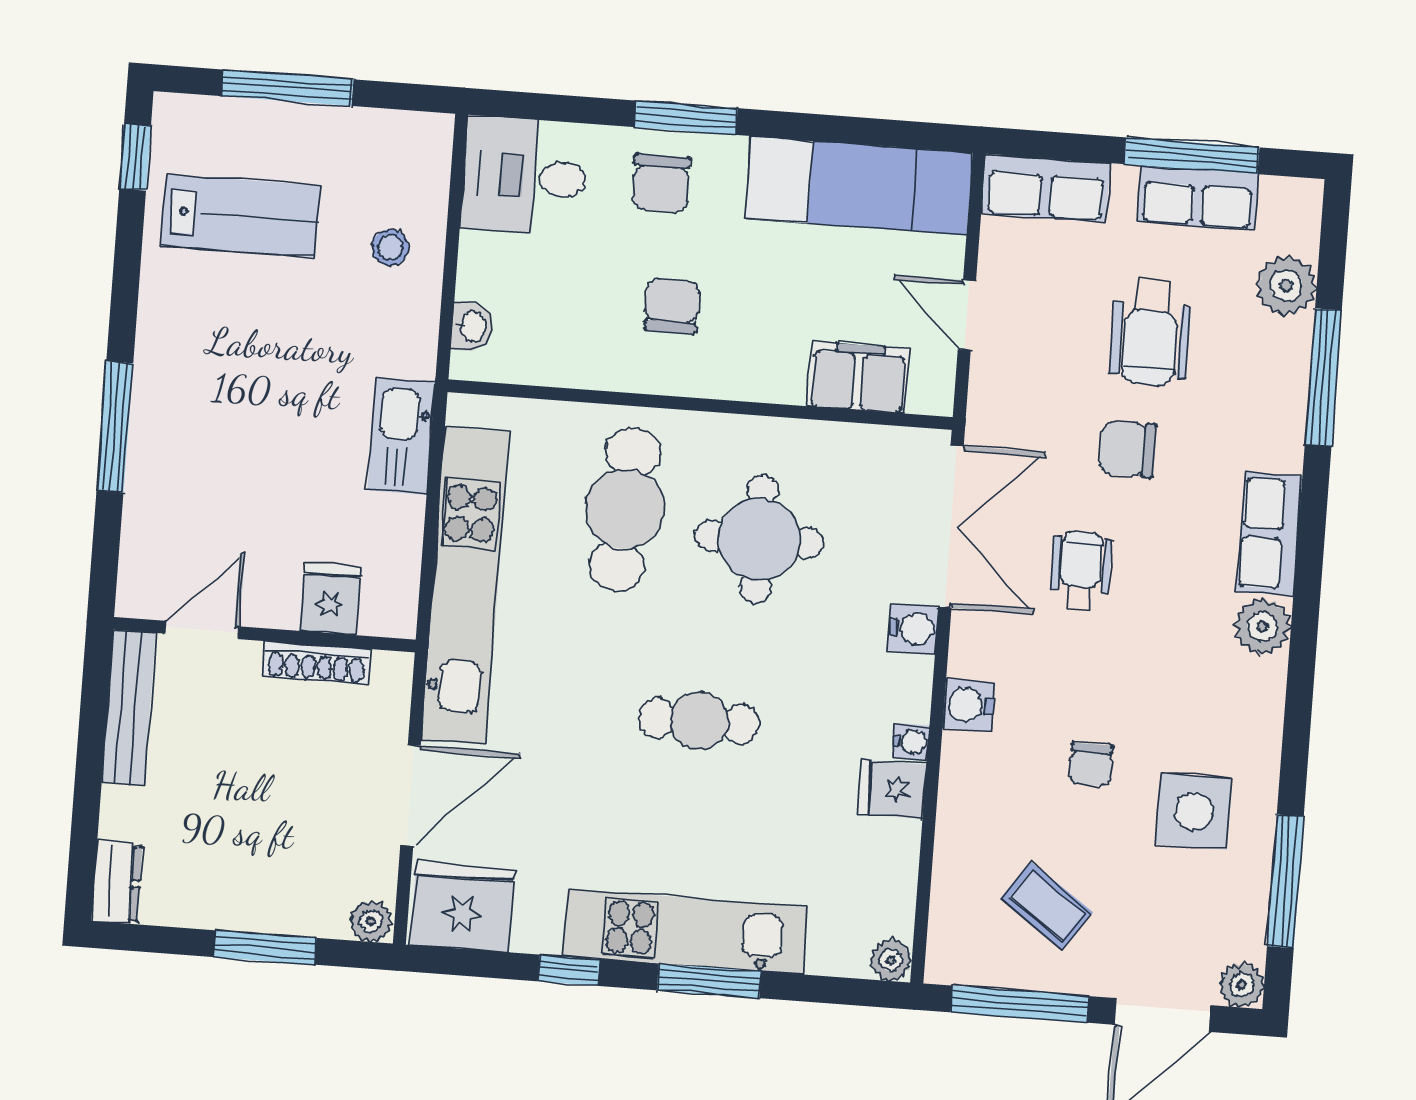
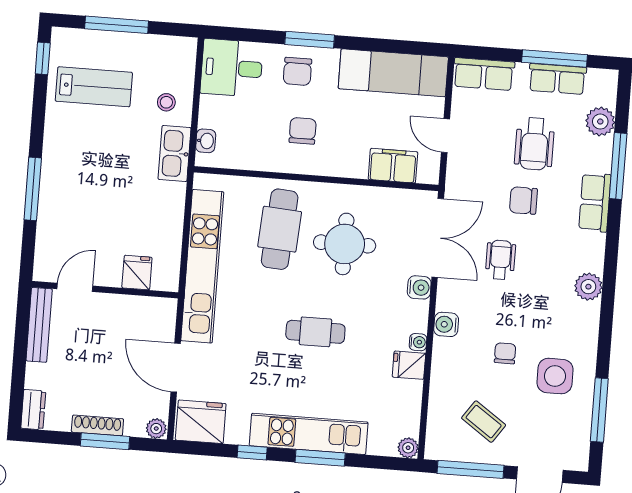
kitchen sink: (401, 437) -> (175, 153), moved
row of seats: (1269, 534) -> (595, 202), moved
shoe rack: (316, 663) -> (97, 425), moved, turned 180
chair: (1091, 765) -> (505, 353), turned 180
door: (411, 795) -> (176, 368), swing flipped
plant: (1241, 985) -> (578, 460), removed

